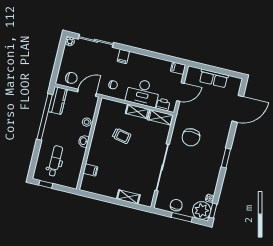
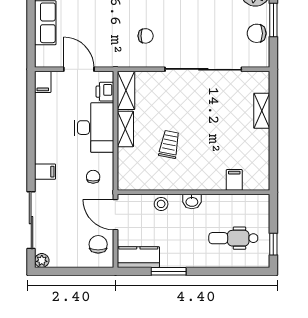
window: (45, 117) -> (169, 271), width x0.47
chair: (191, 137) -> (146, 36), width x0.54, depth x0.54

